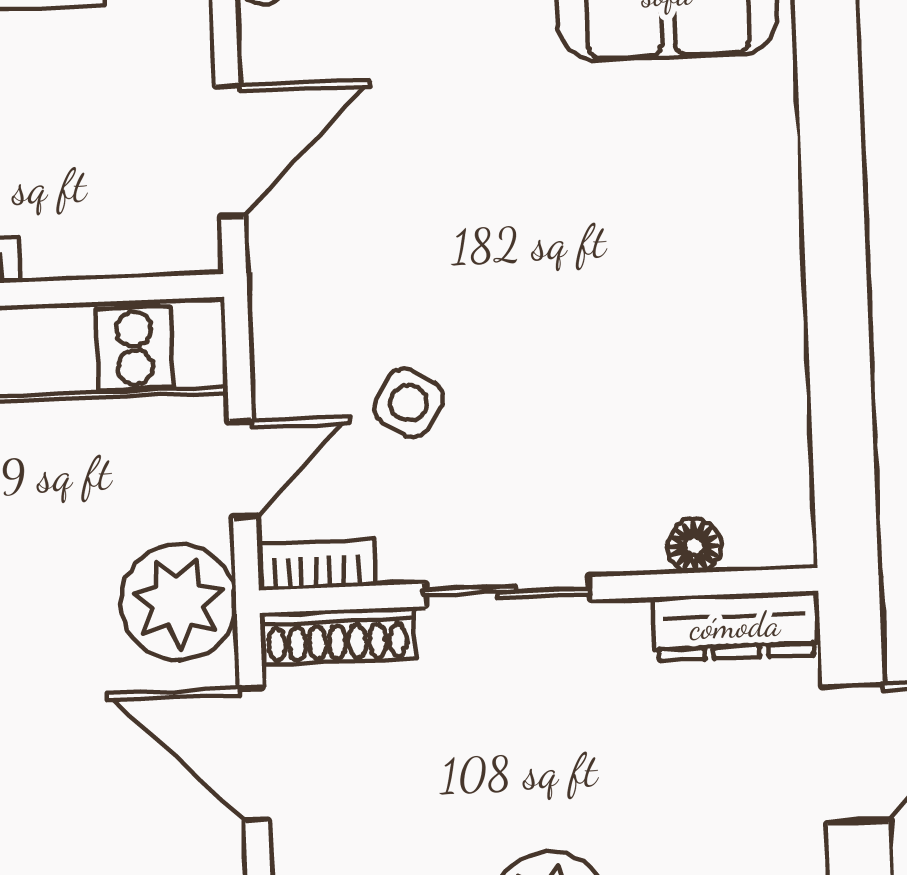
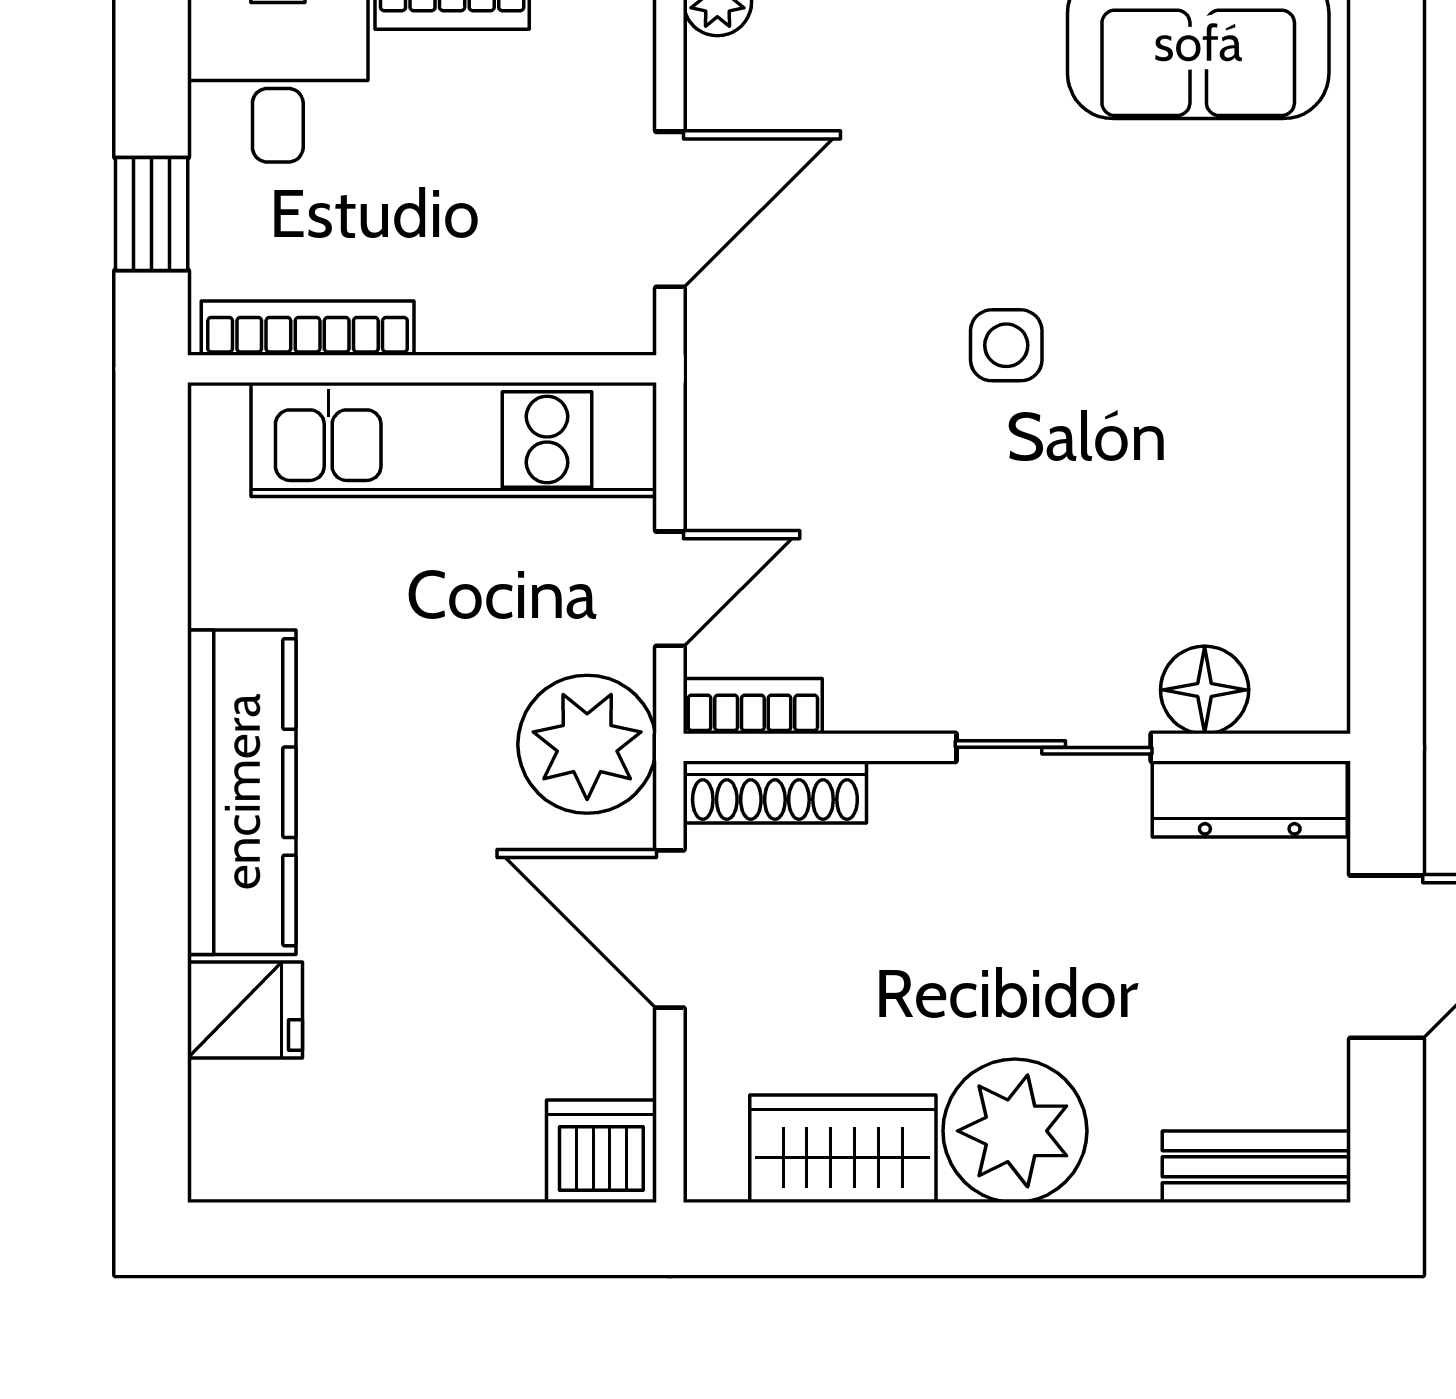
side table: (409, 403) -> (1006, 345), moved, turned -31
floor lamp: (694, 546) -> (1205, 690), width x1.37, depth x1.37
sliding door: (507, 592) -> (1054, 747), moved

